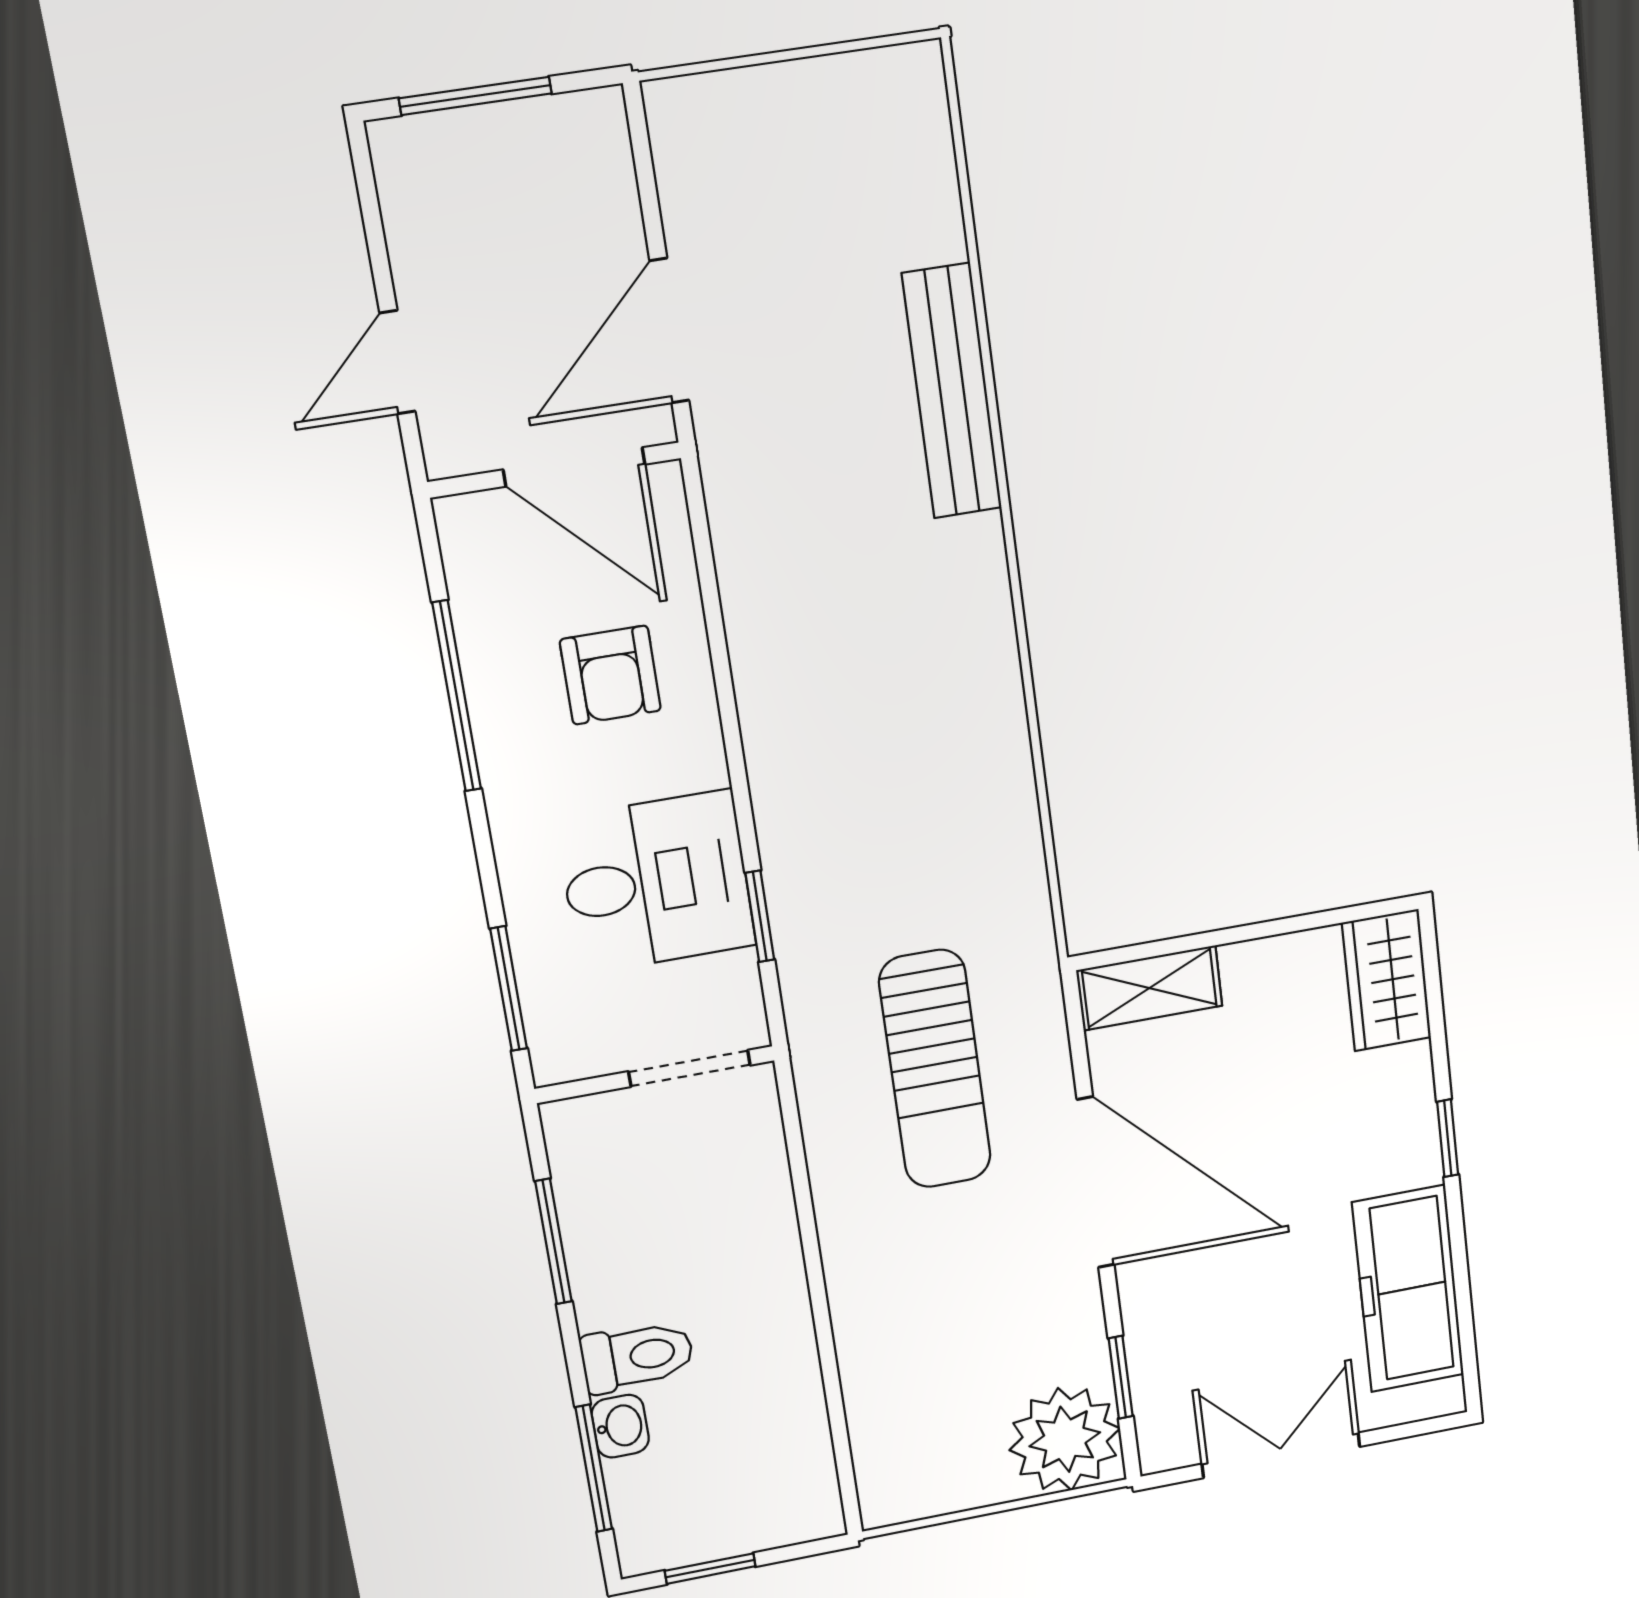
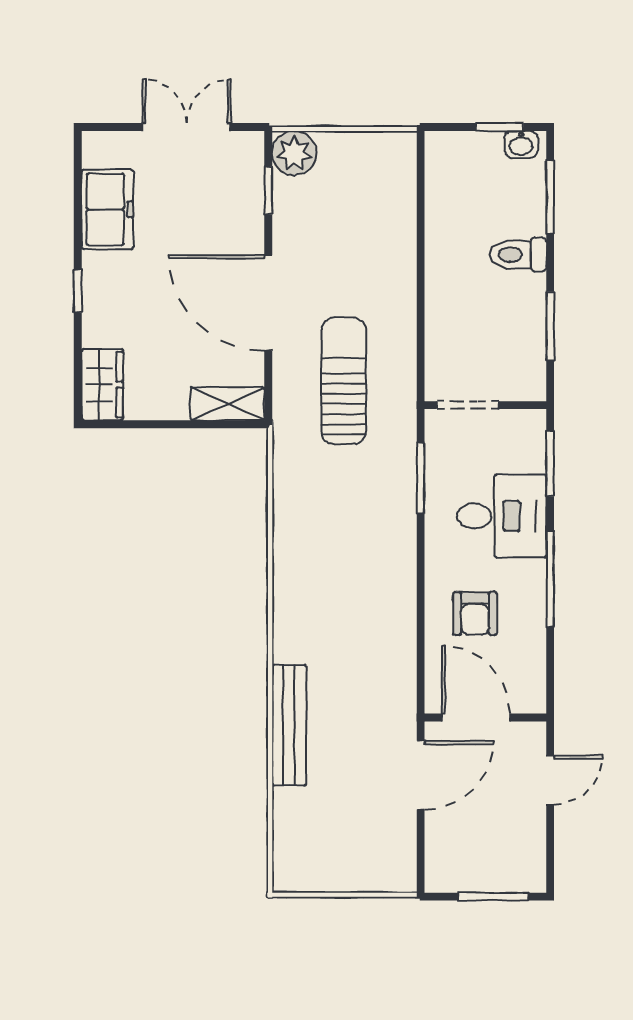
armchair: (610, 675) -> (475, 613), turned 180
window: (457, 696) -> (550, 579), moved
desk: (656, 882) -> (502, 516), moved, turned 180
window: (760, 916) -> (421, 478), width x1.50
freezer: (1408, 1289) -> (107, 209), width x0.71
washbasin: (620, 1426) -> (521, 144), moved, turned -90
plant: (1065, 1439) -> (294, 153), width x0.73, depth x0.73
double door: (1281, 1455) -> (187, 127), swing flipped

